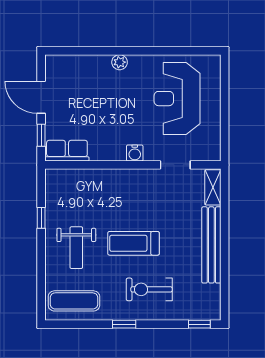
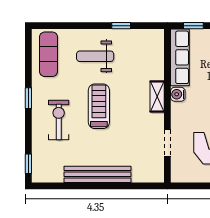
row of seats: (67, 151) -> (180, 57), width x1.48
water cooler: (135, 153) -> (178, 94), moved
shelving: (213, 187) -> (157, 96), moved, turned 90

